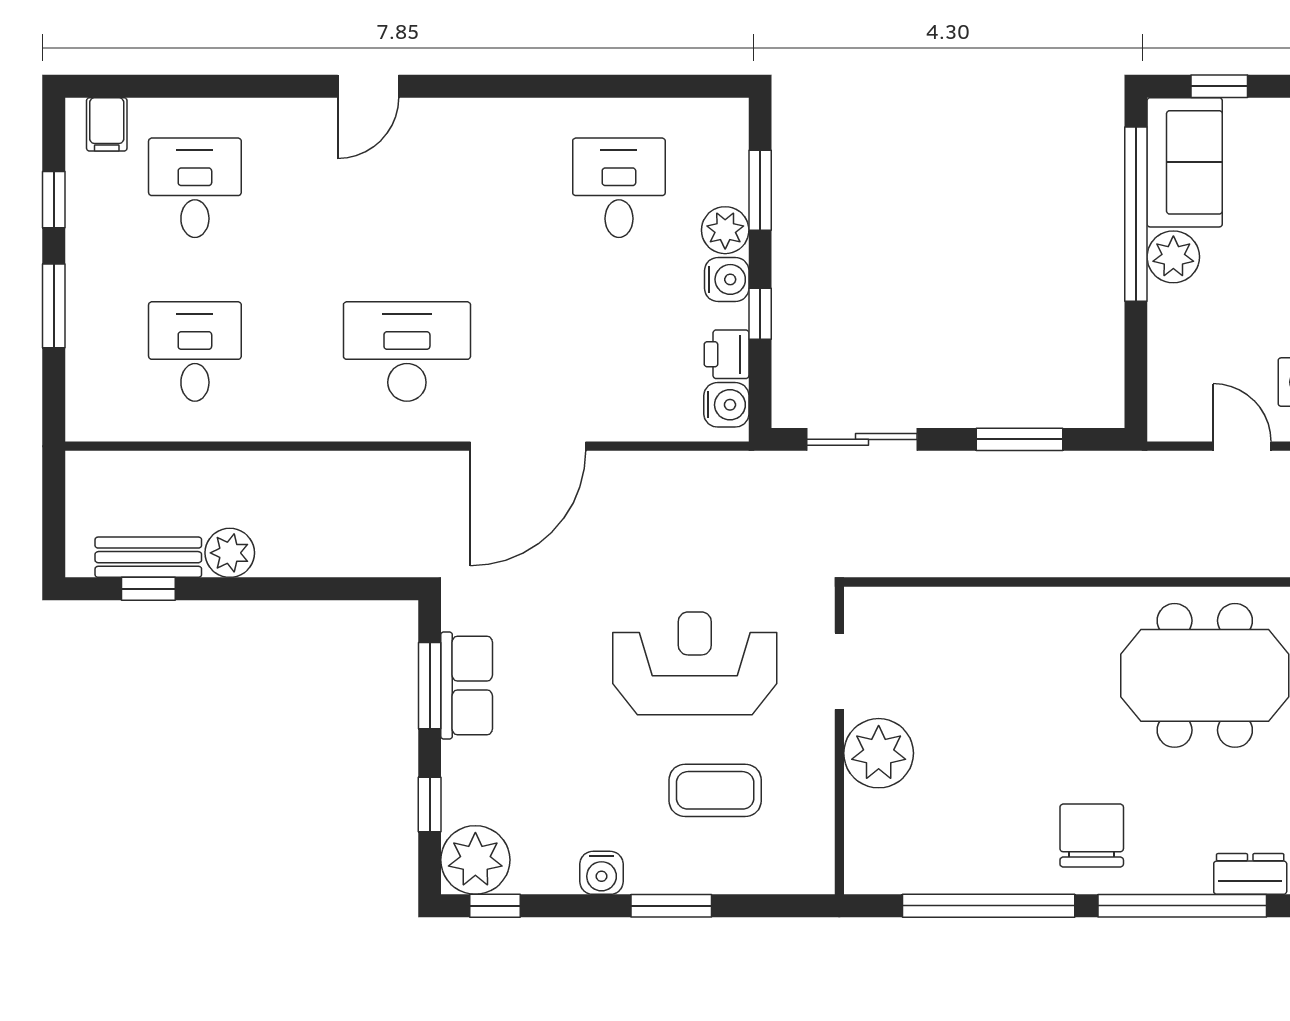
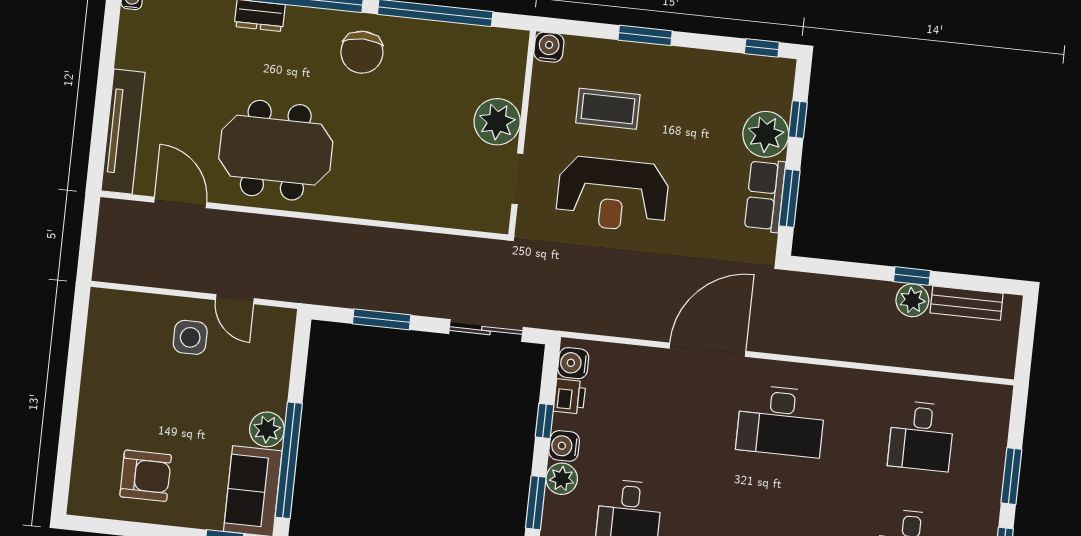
window: (148, 589) -> (912, 276), moved
plant: (475, 860) -> (766, 134), moved
water cooler: (602, 873) -> (549, 47), moved

